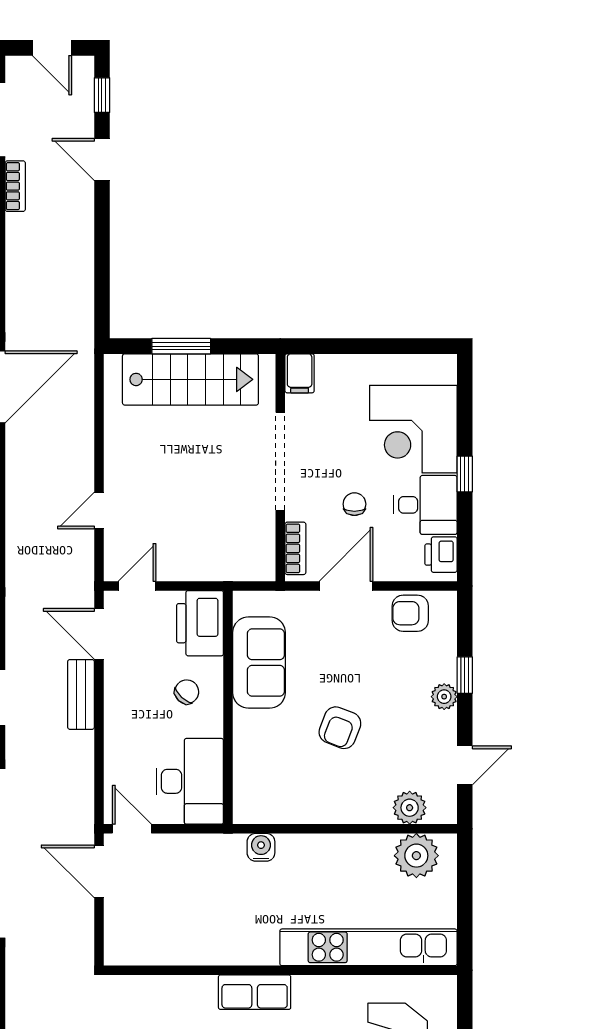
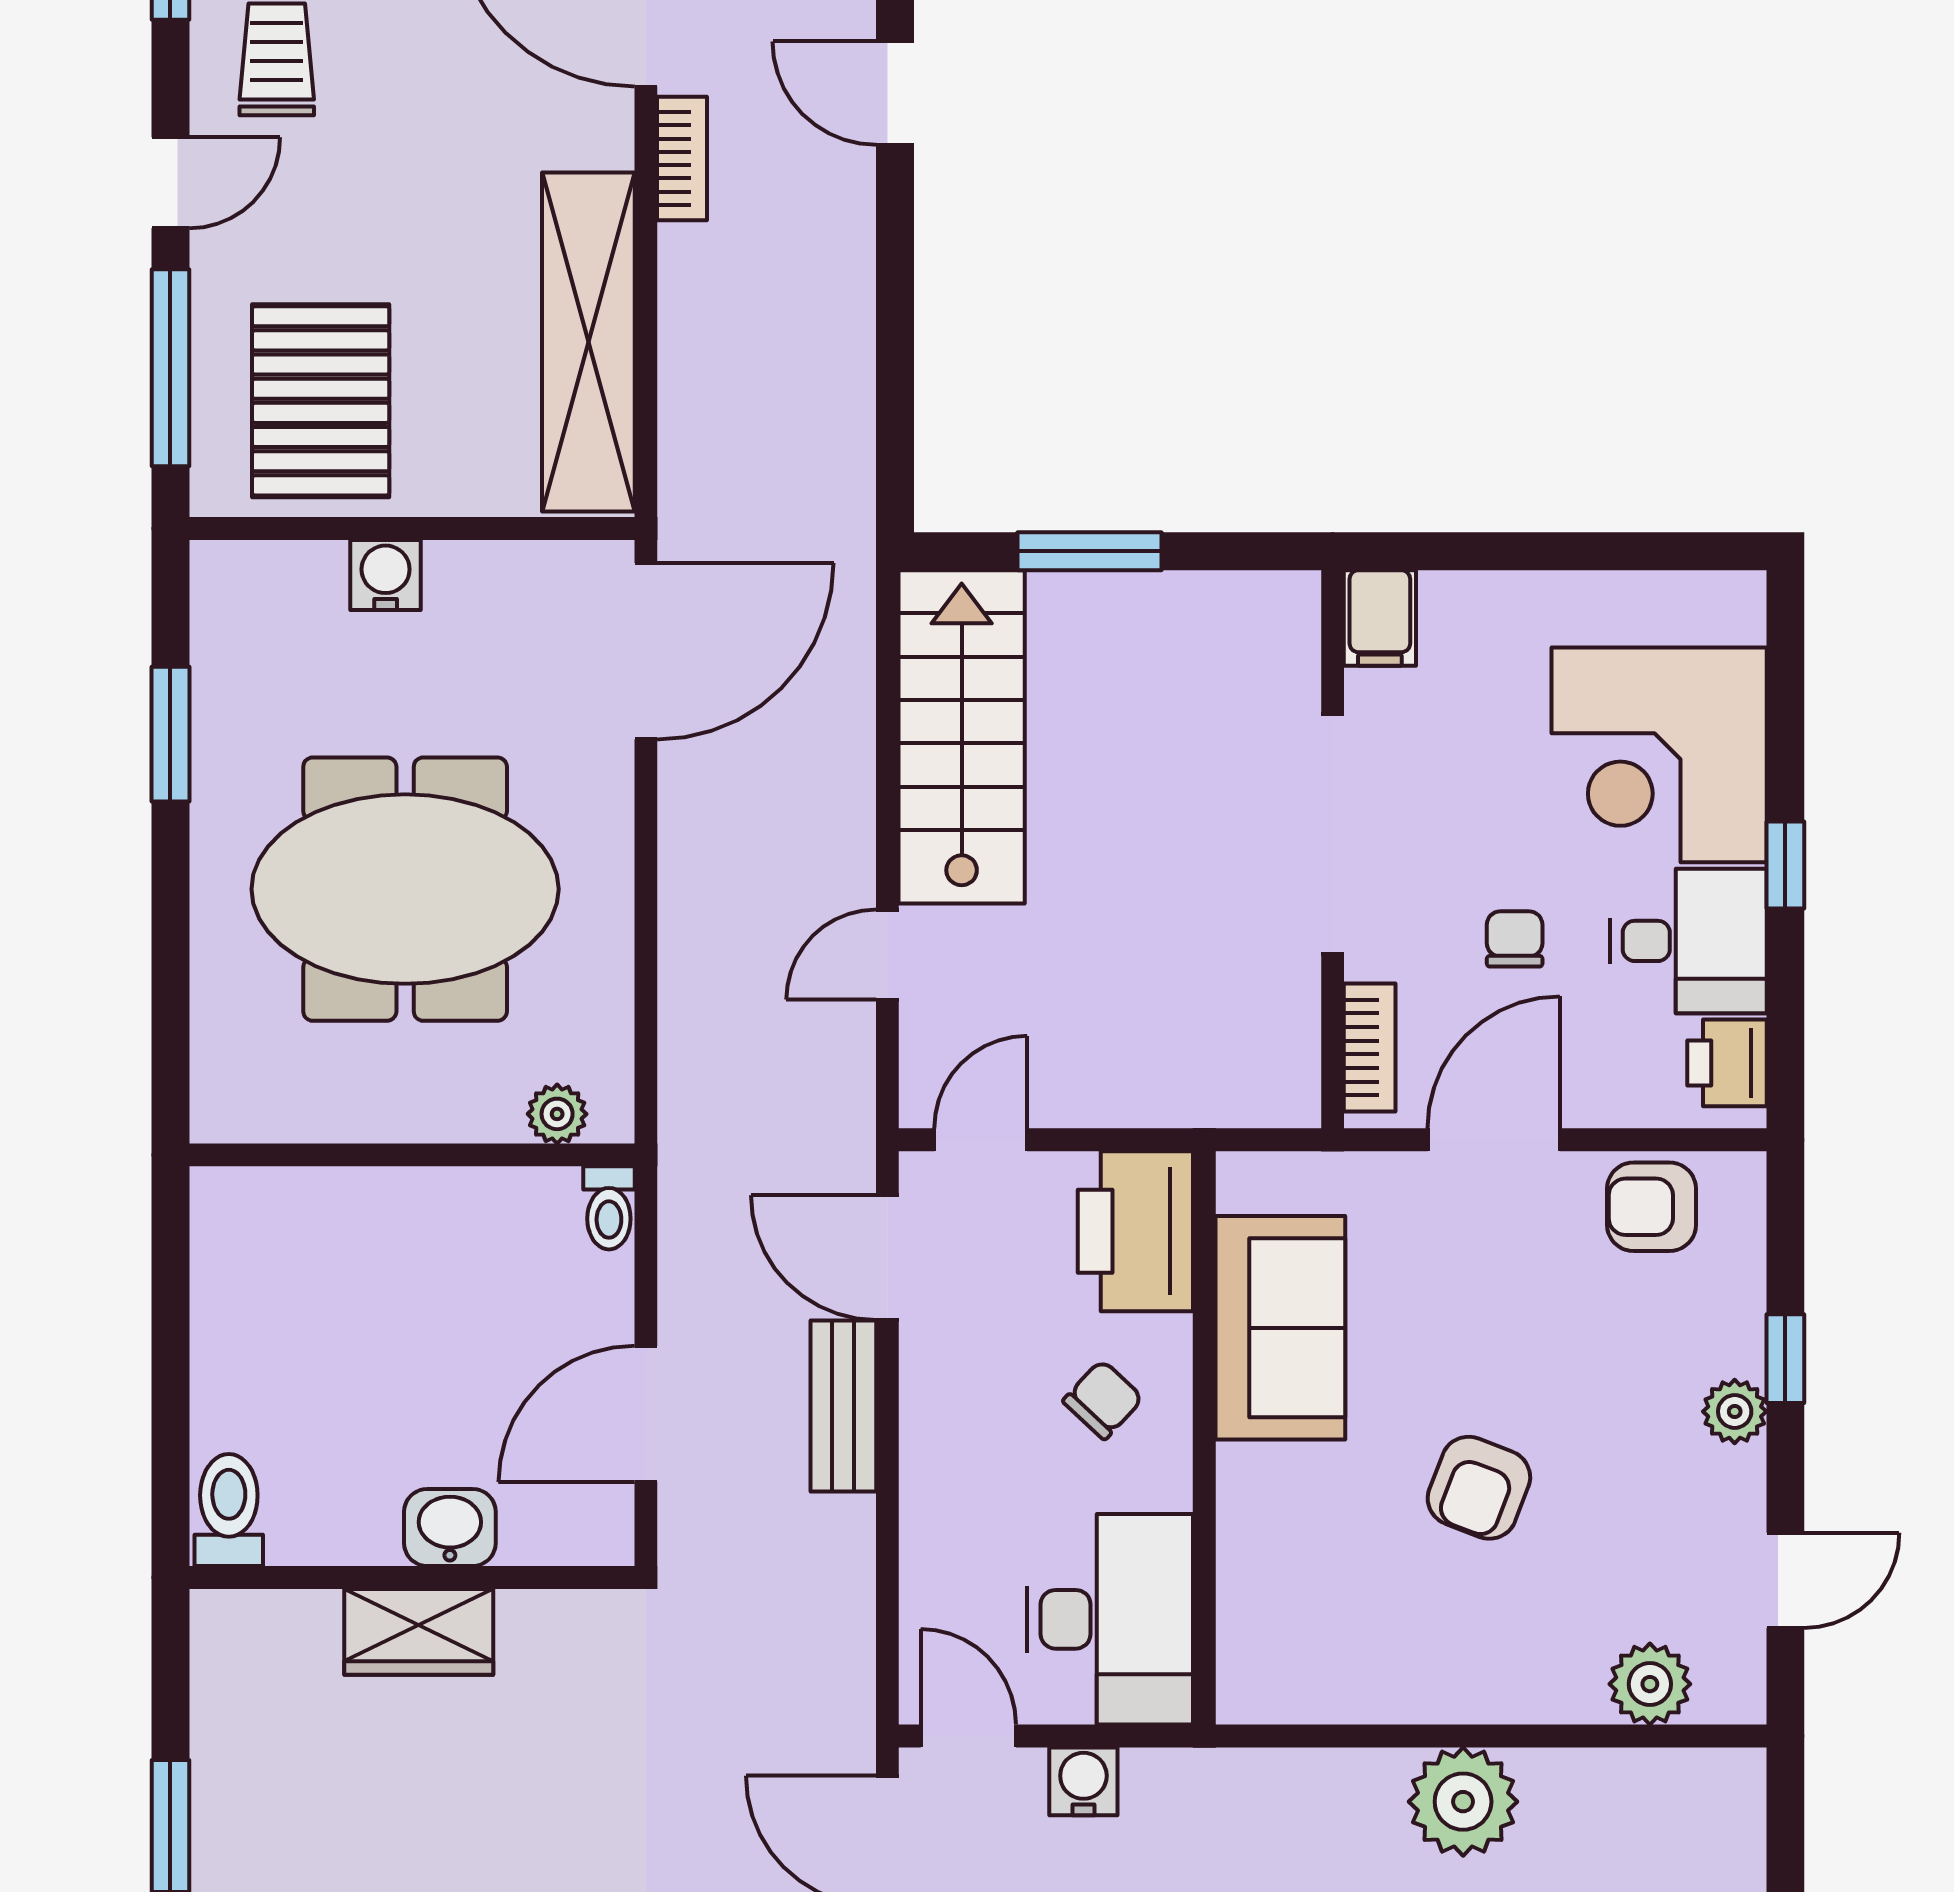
stairs: (190, 379) -> (962, 737), moved, turned -90
water cooler: (261, 847) -> (1083, 1781), moved
plant: (416, 856) -> (1463, 1802), moved

